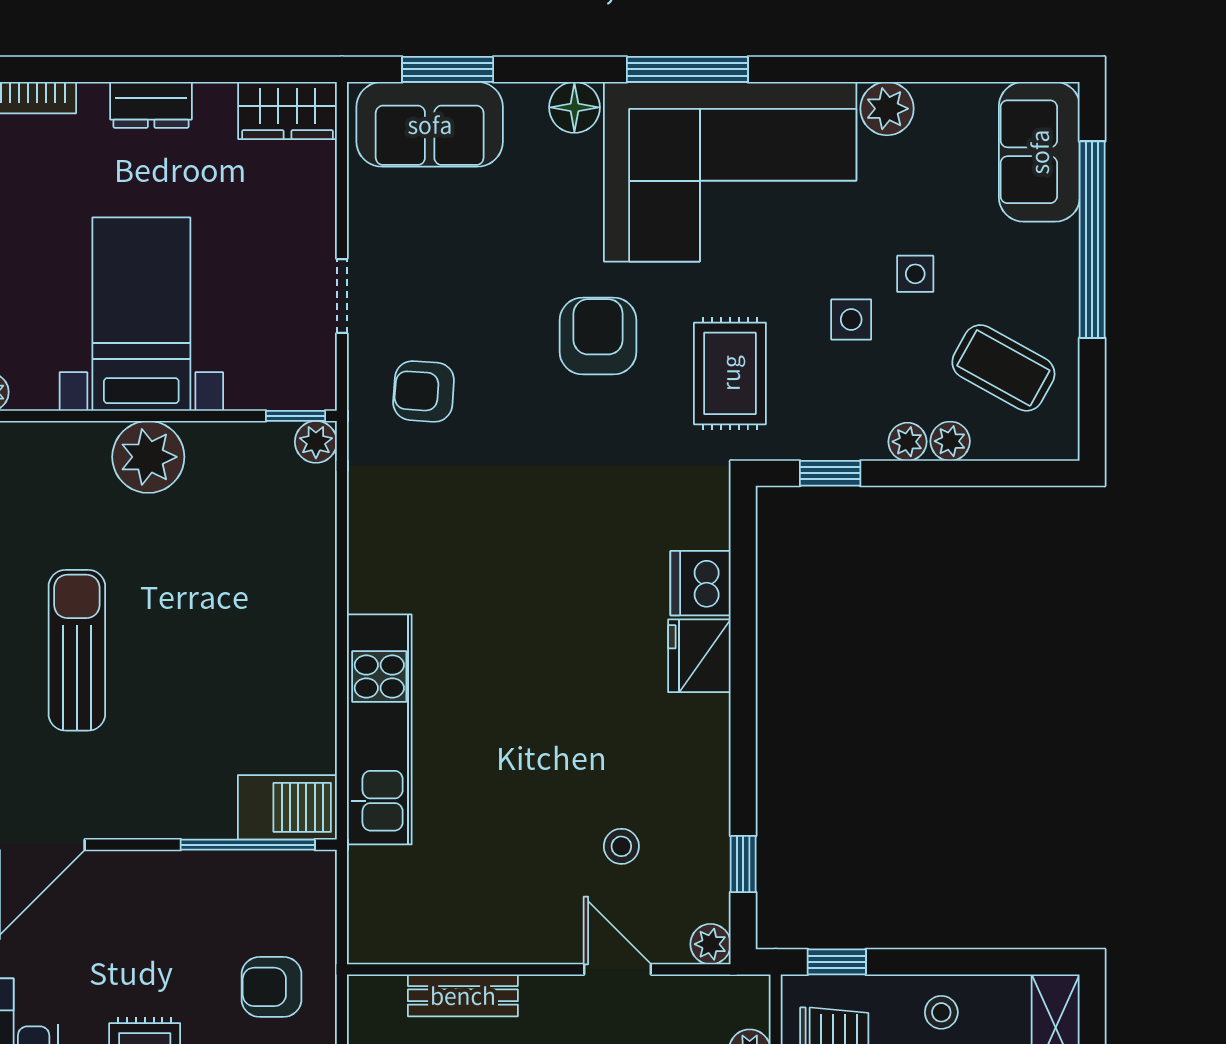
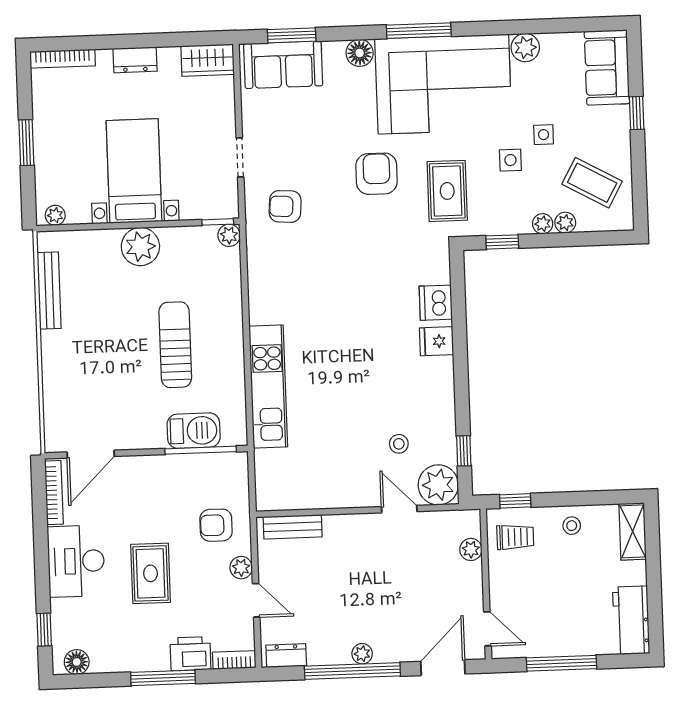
window: (1092, 240) -> (637, 113), width x0.32
sun lounger: (77, 650) -> (175, 345), moved
fridge: (699, 656) -> (436, 341), width x0.72
barbecue: (287, 807) -> (194, 431), moved
plant: (711, 944) -> (438, 485), width x1.88, depth x1.88
bench: (463, 995) -> (293, 527), moved

